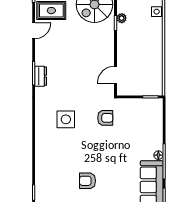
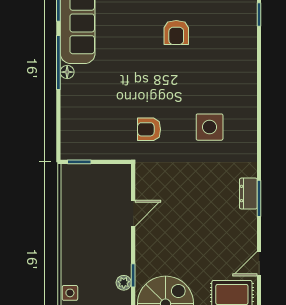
door: (115, 75) -> (133, 213), moved
armchair: (87, 181) -> (176, 33), turned 90

